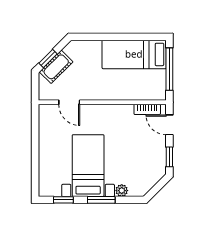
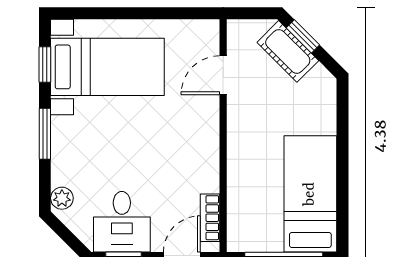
desk: (149, 158) -> (122, 222), added
bed with nightstands: (88, 166) -> (107, 67), moved
plant: (122, 191) -> (62, 198), moved

